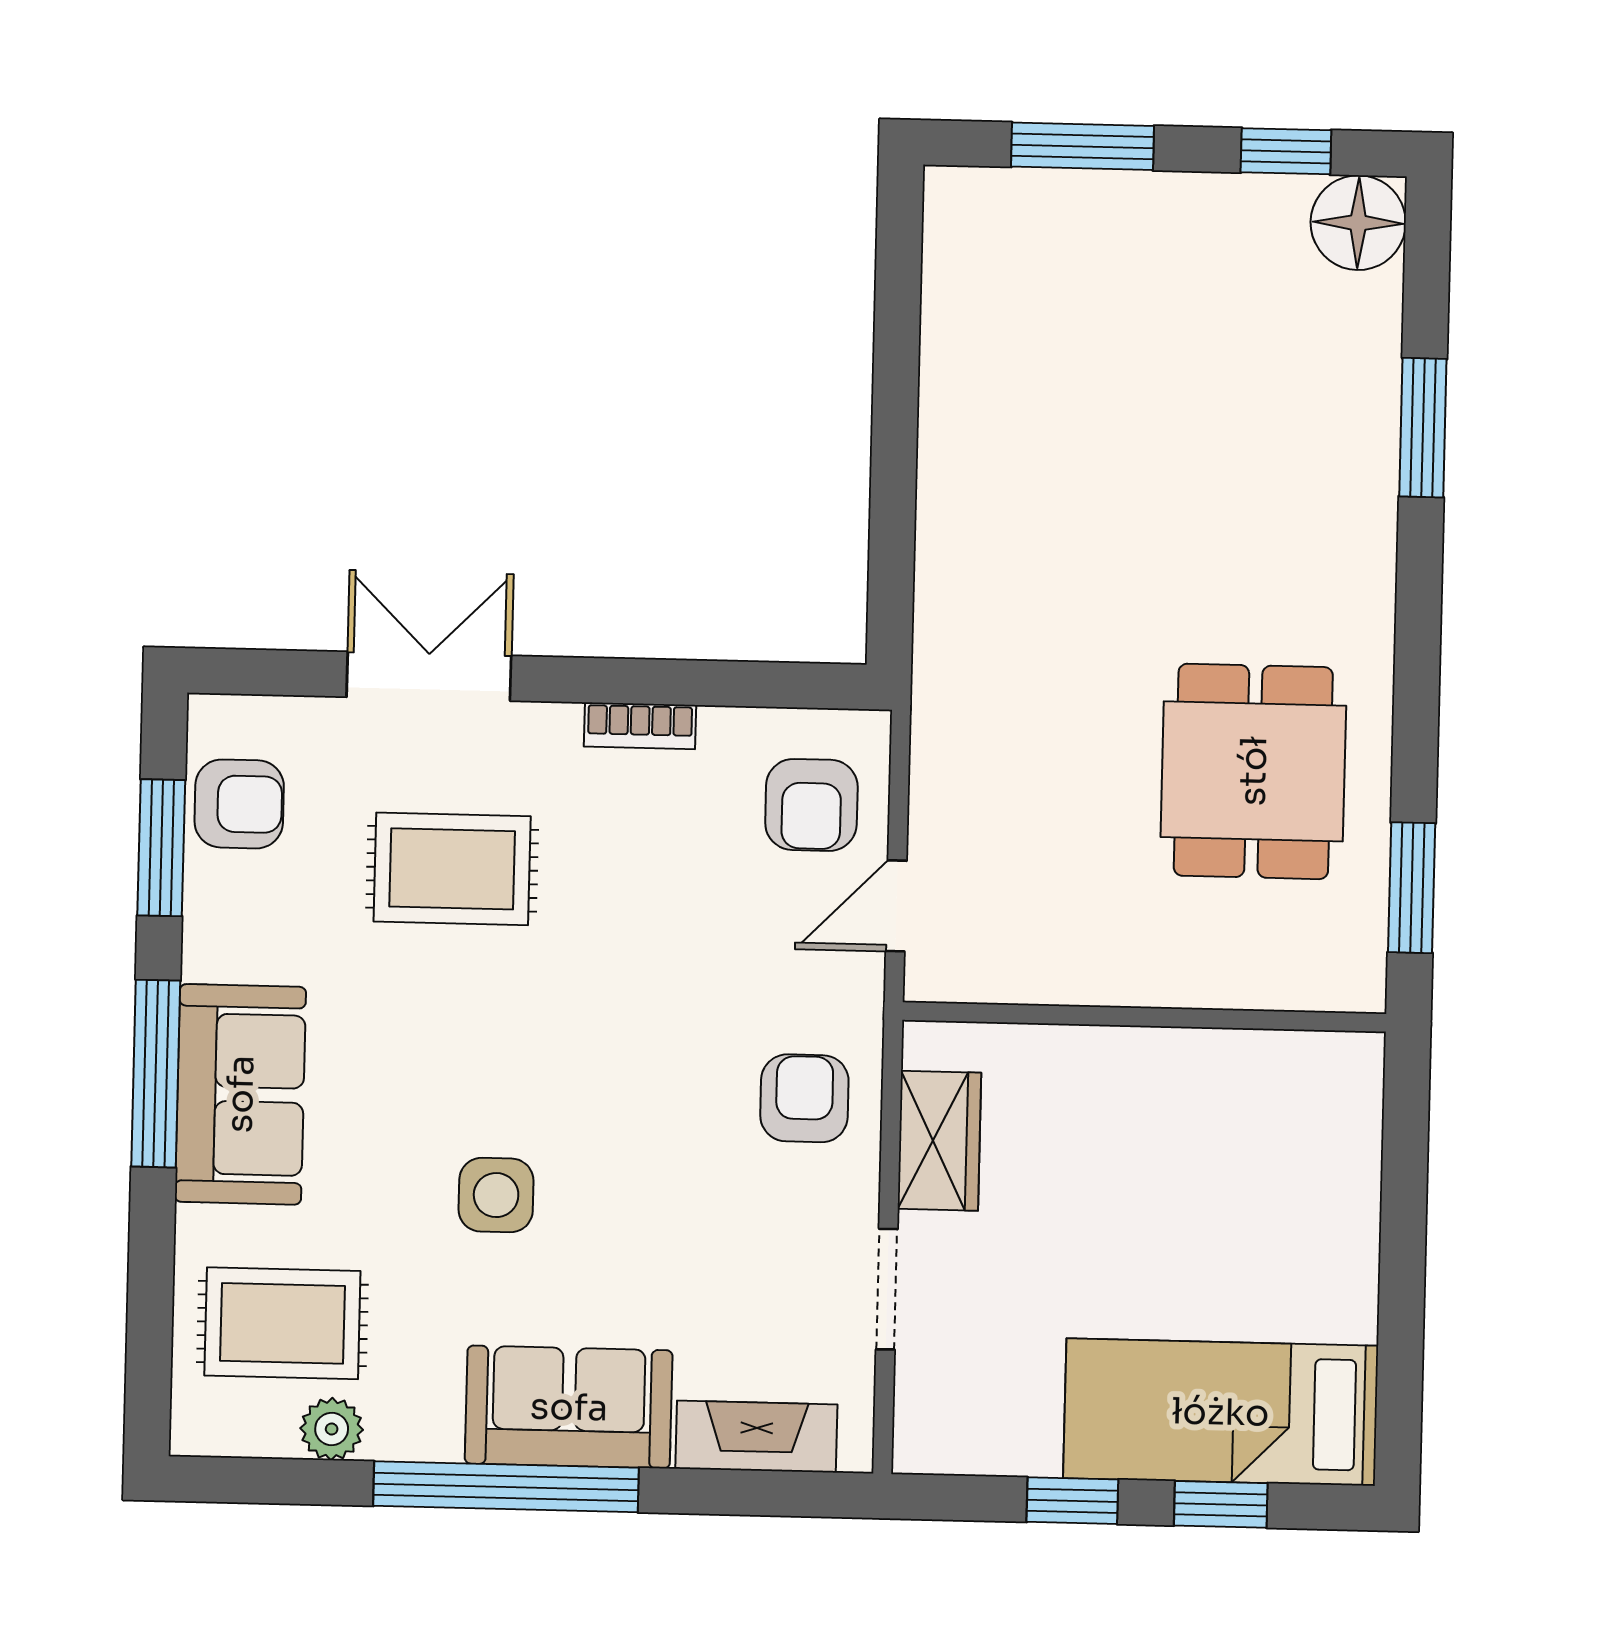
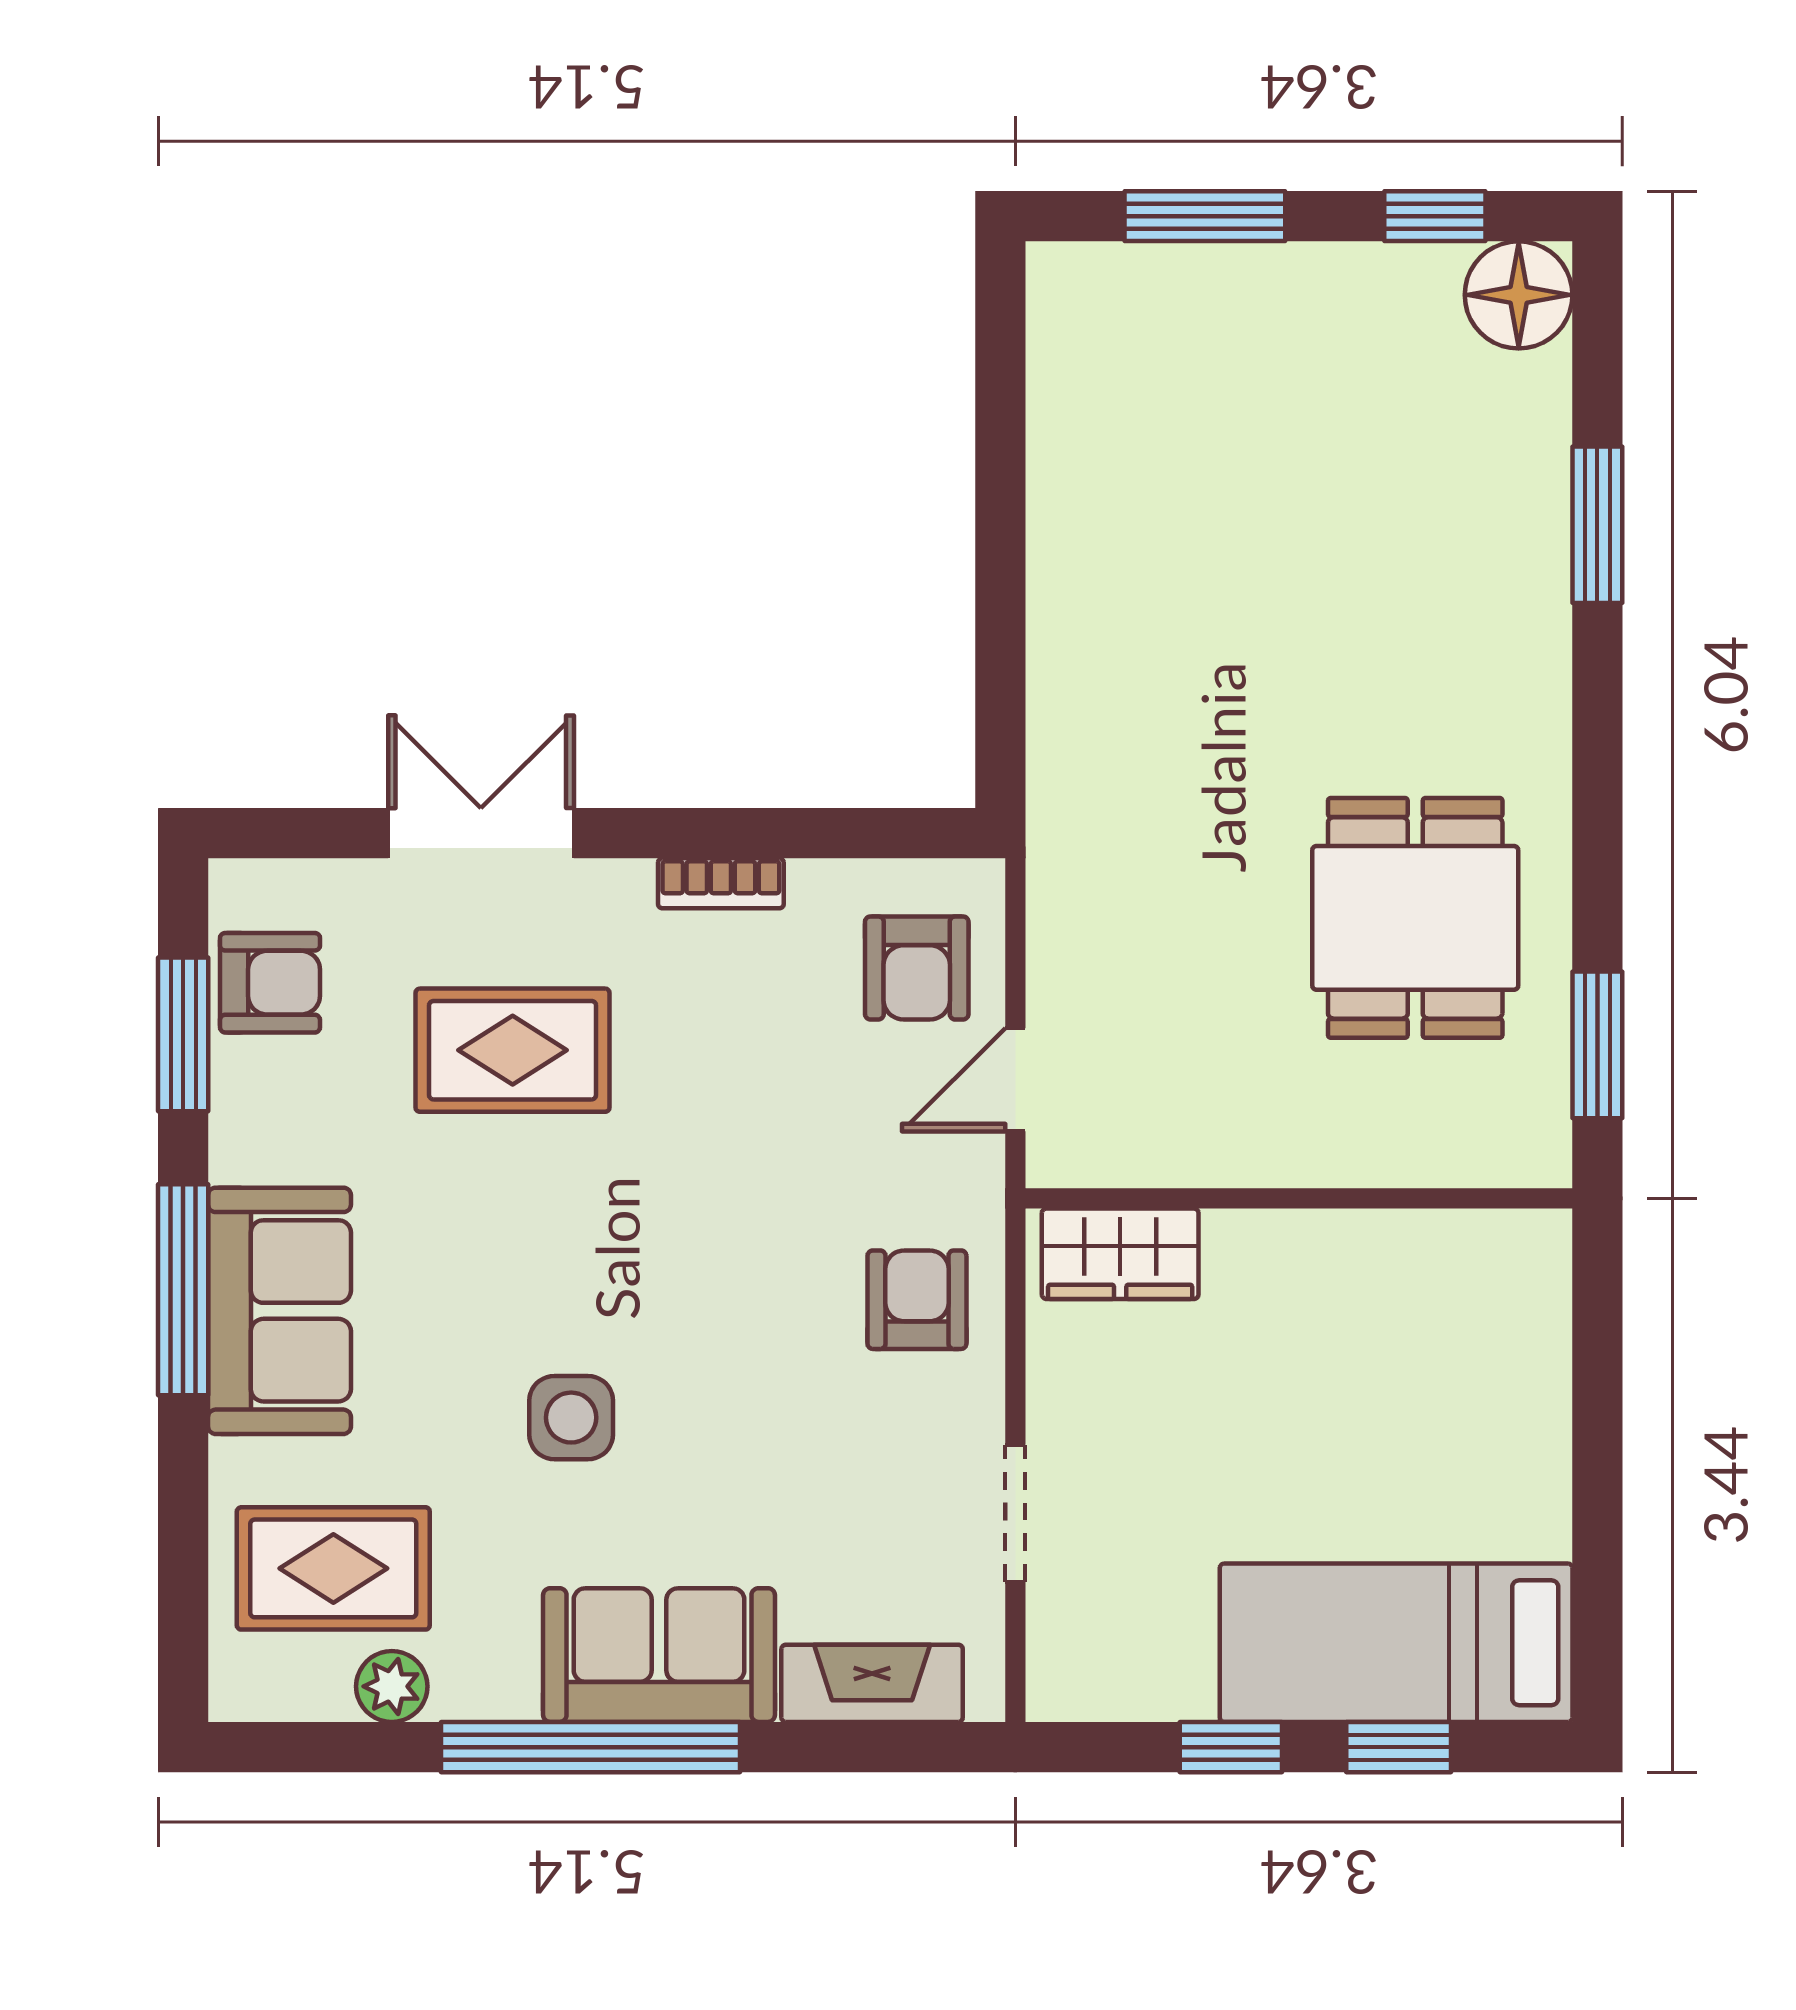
wardrobe: (939, 1141) -> (1120, 1254), moved, turned 90

